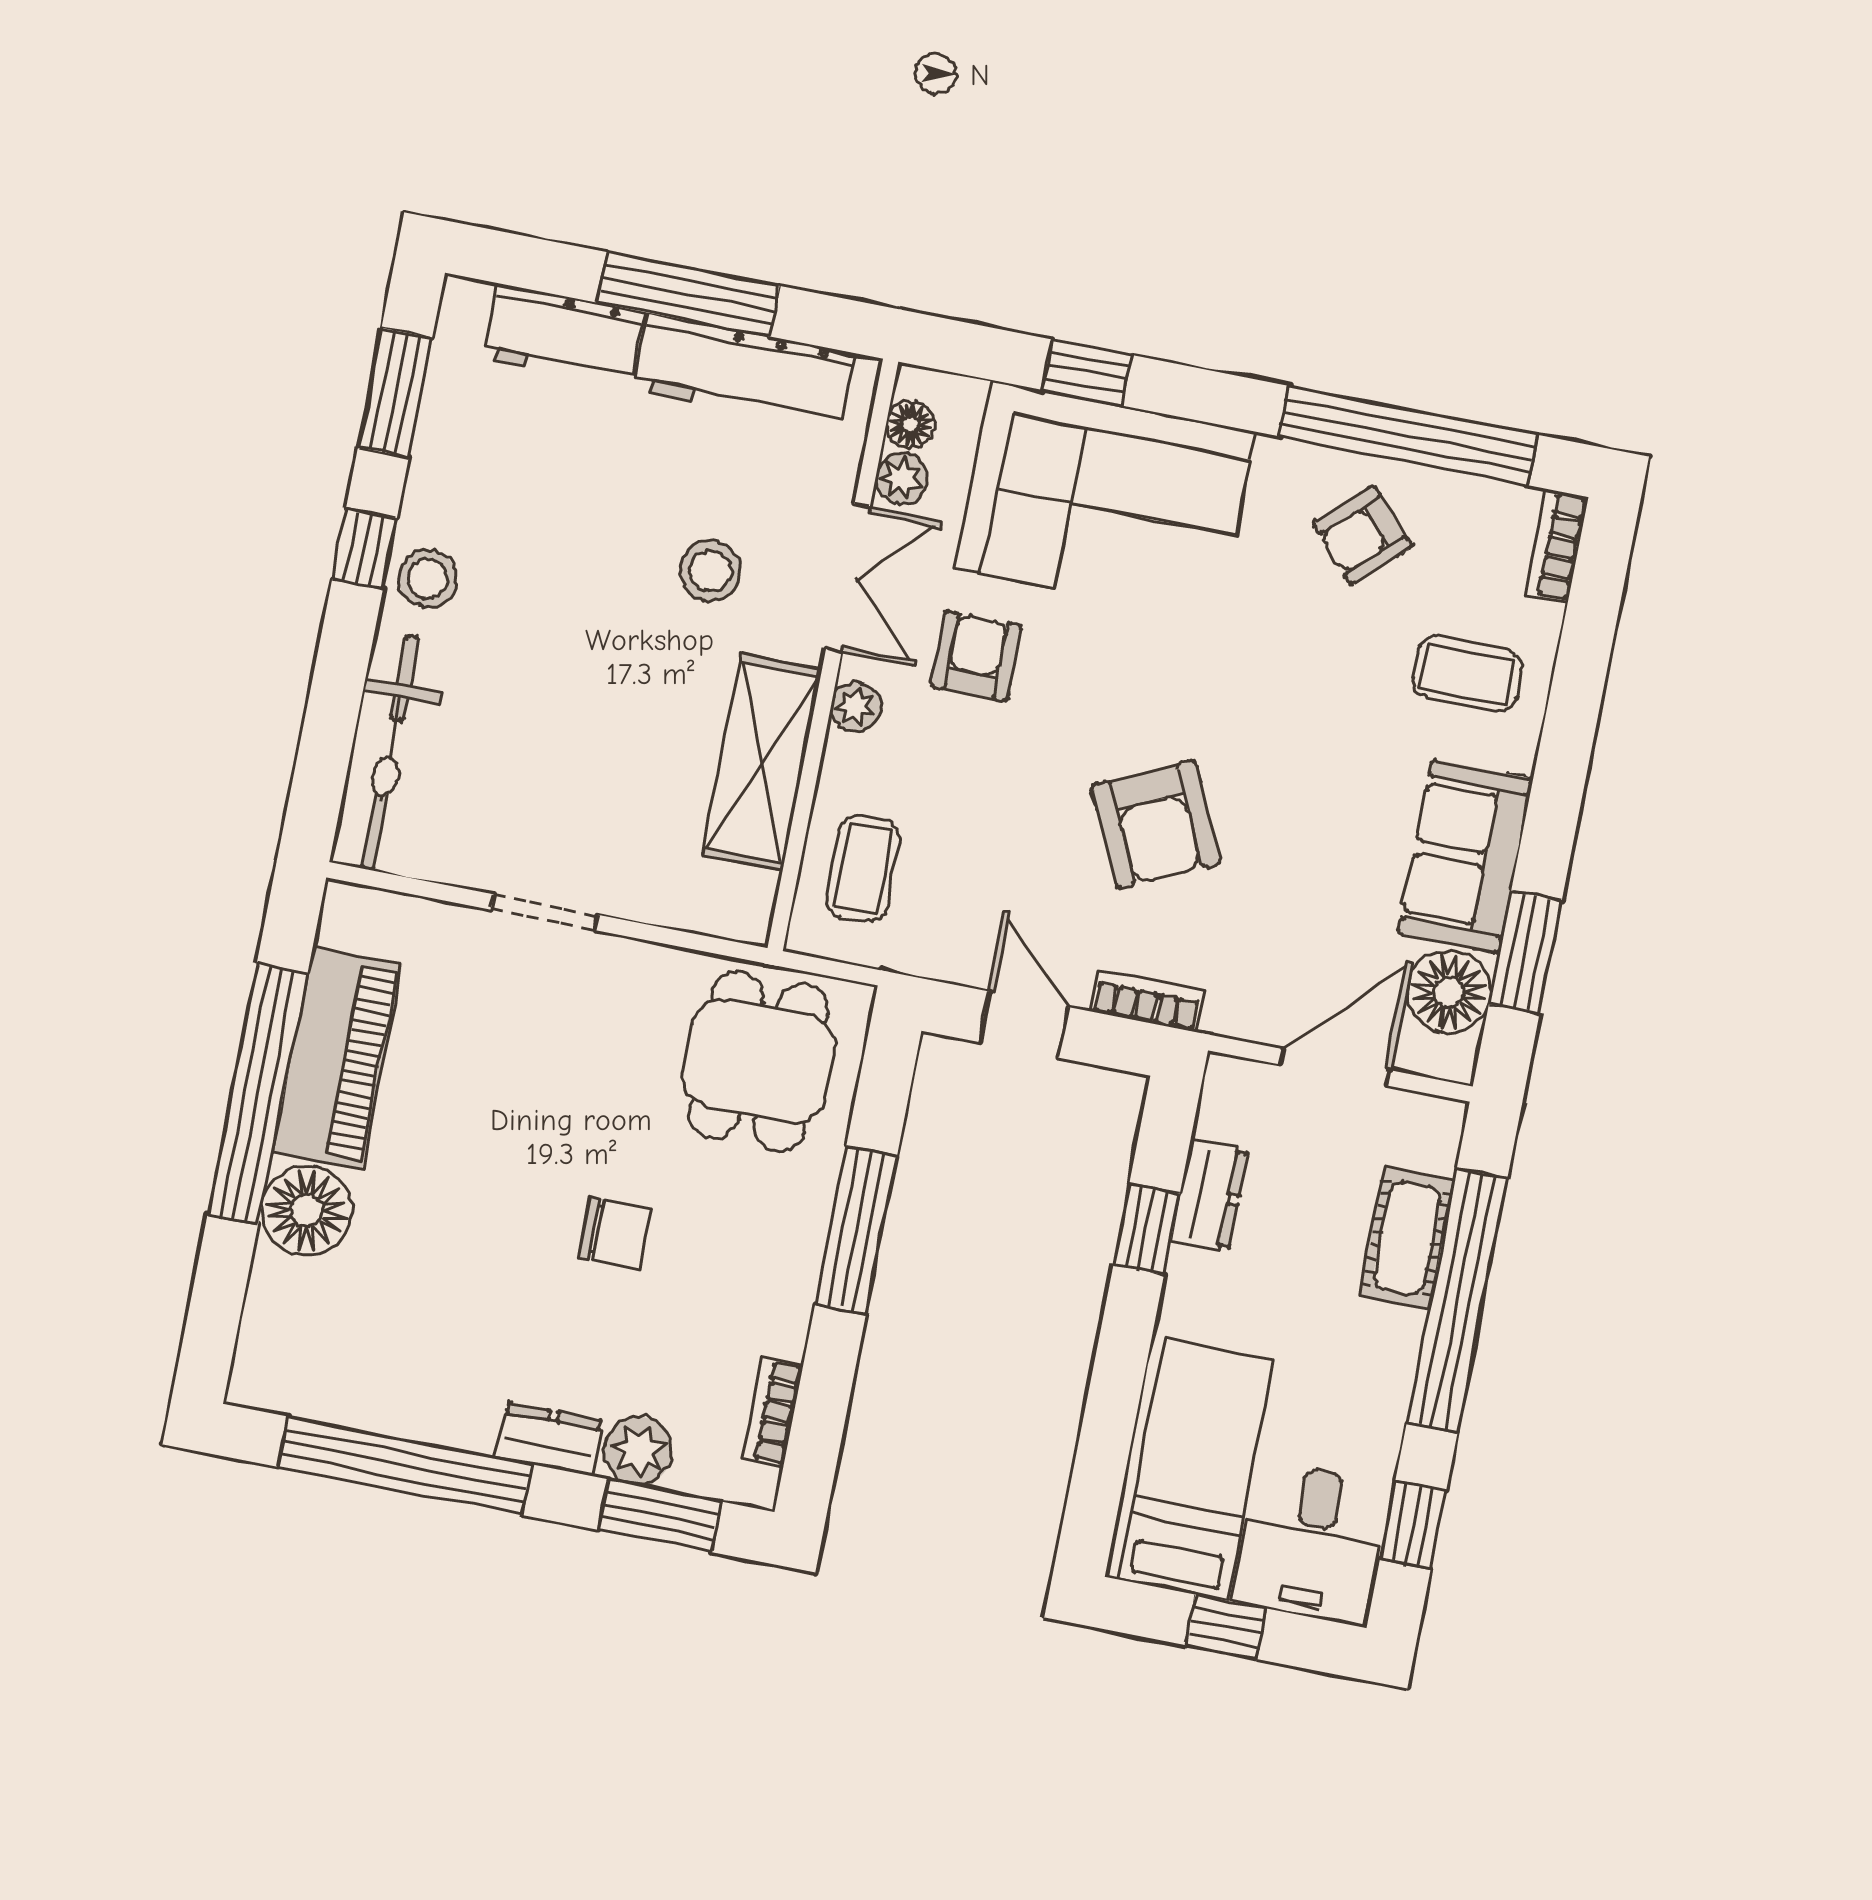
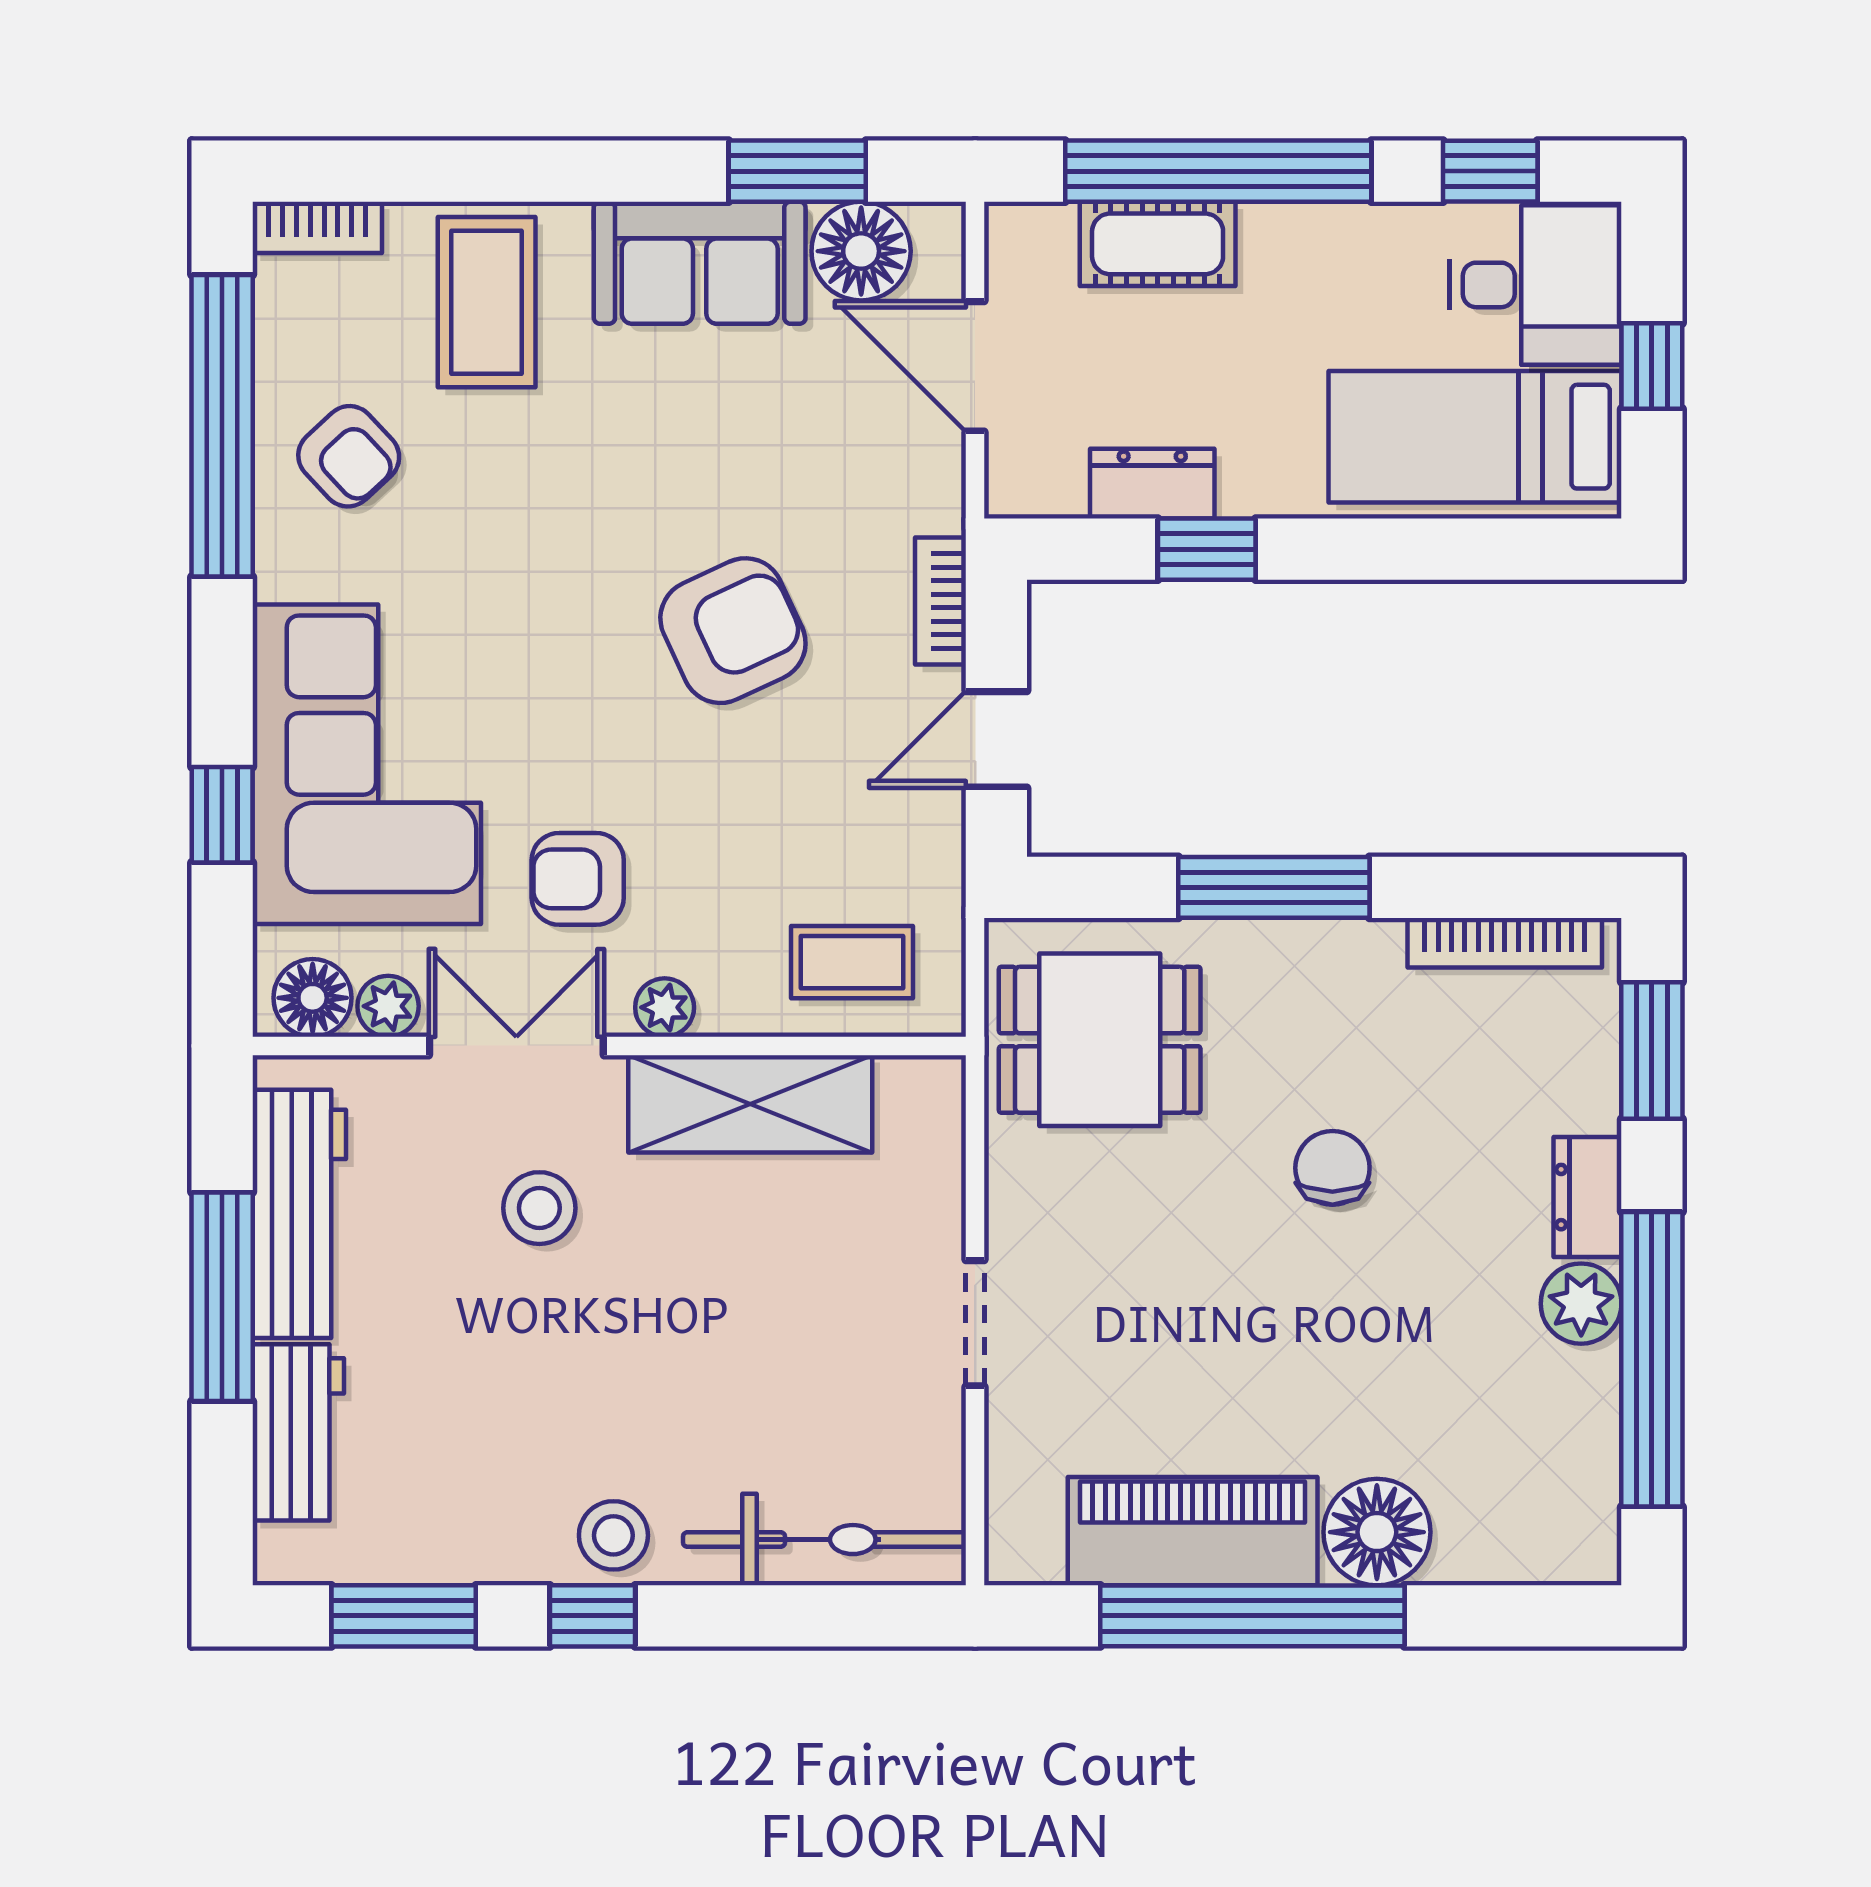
floor lamp: (910, 424) -> (313, 998), width x1.37, depth x1.37
coffee table: (1467, 674) -> (487, 302), width x1.36, depth x1.30
bookcase: (773, 1412) -> (1505, 943), width x1.56
plant: (638, 1451) -> (1581, 1304), moved

